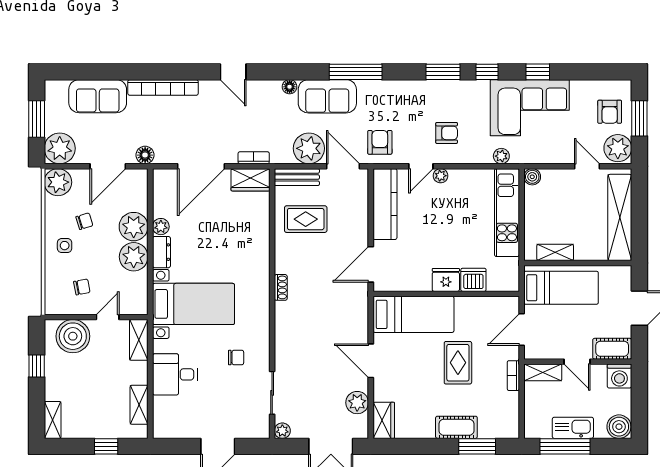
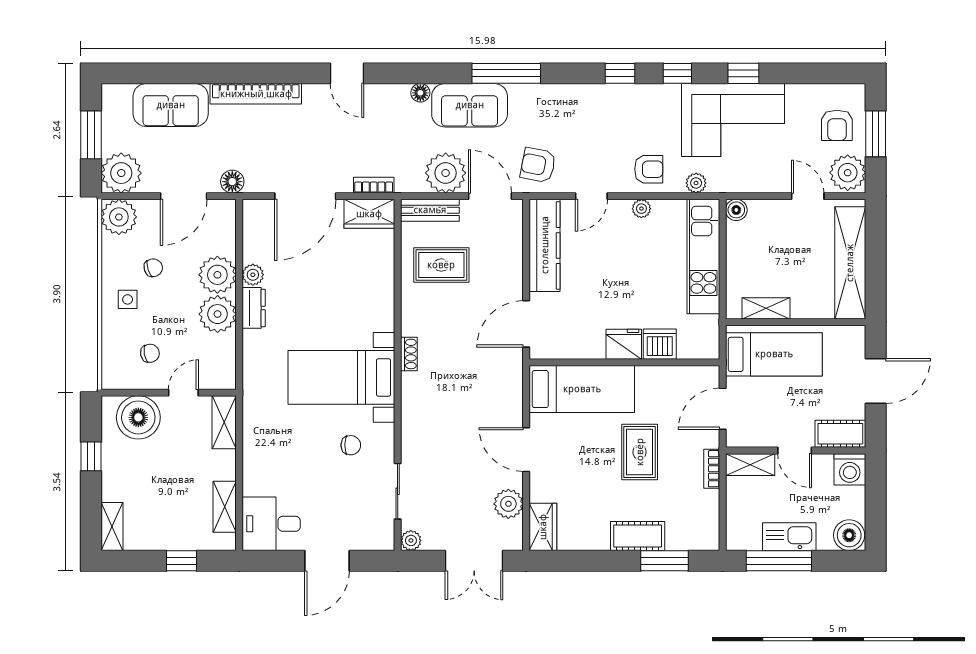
window: (443, 72) -> (620, 73), width x0.67
armchair: (447, 133) -> (649, 169), moved
armchair: (380, 142) -> (538, 165), turned -79
plant: (441, 176) -> (641, 209), moved
bed with nightstands: (194, 304) -> (341, 377), moved, turned 180
desk: (175, 374) -> (271, 524), moved

